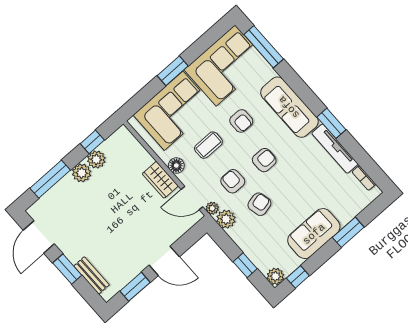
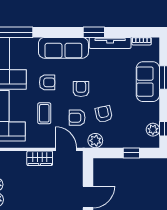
floor lamp: (176, 166) -> (40, 142), removed
door: (192, 198) -> (66, 149), swing flipped
plant: (212, 208) -> (82, 143), removed
sofa: (314, 234) -> (148, 82), moved
plant: (275, 276) -> (153, 130), moved

